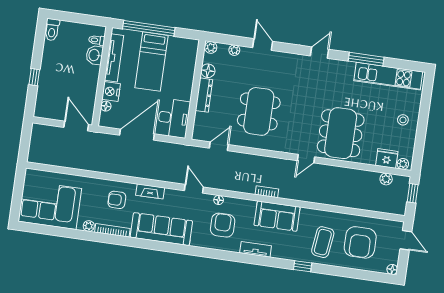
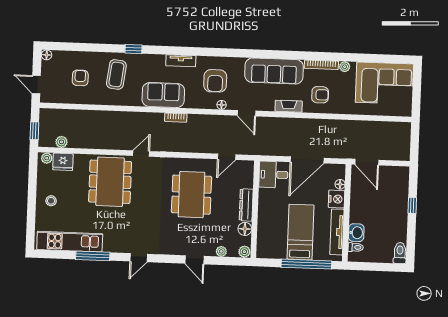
desk: (174, 118) -> (273, 175), width x0.73
armchair: (360, 242) -> (80, 78), width x0.53, depth x0.53

